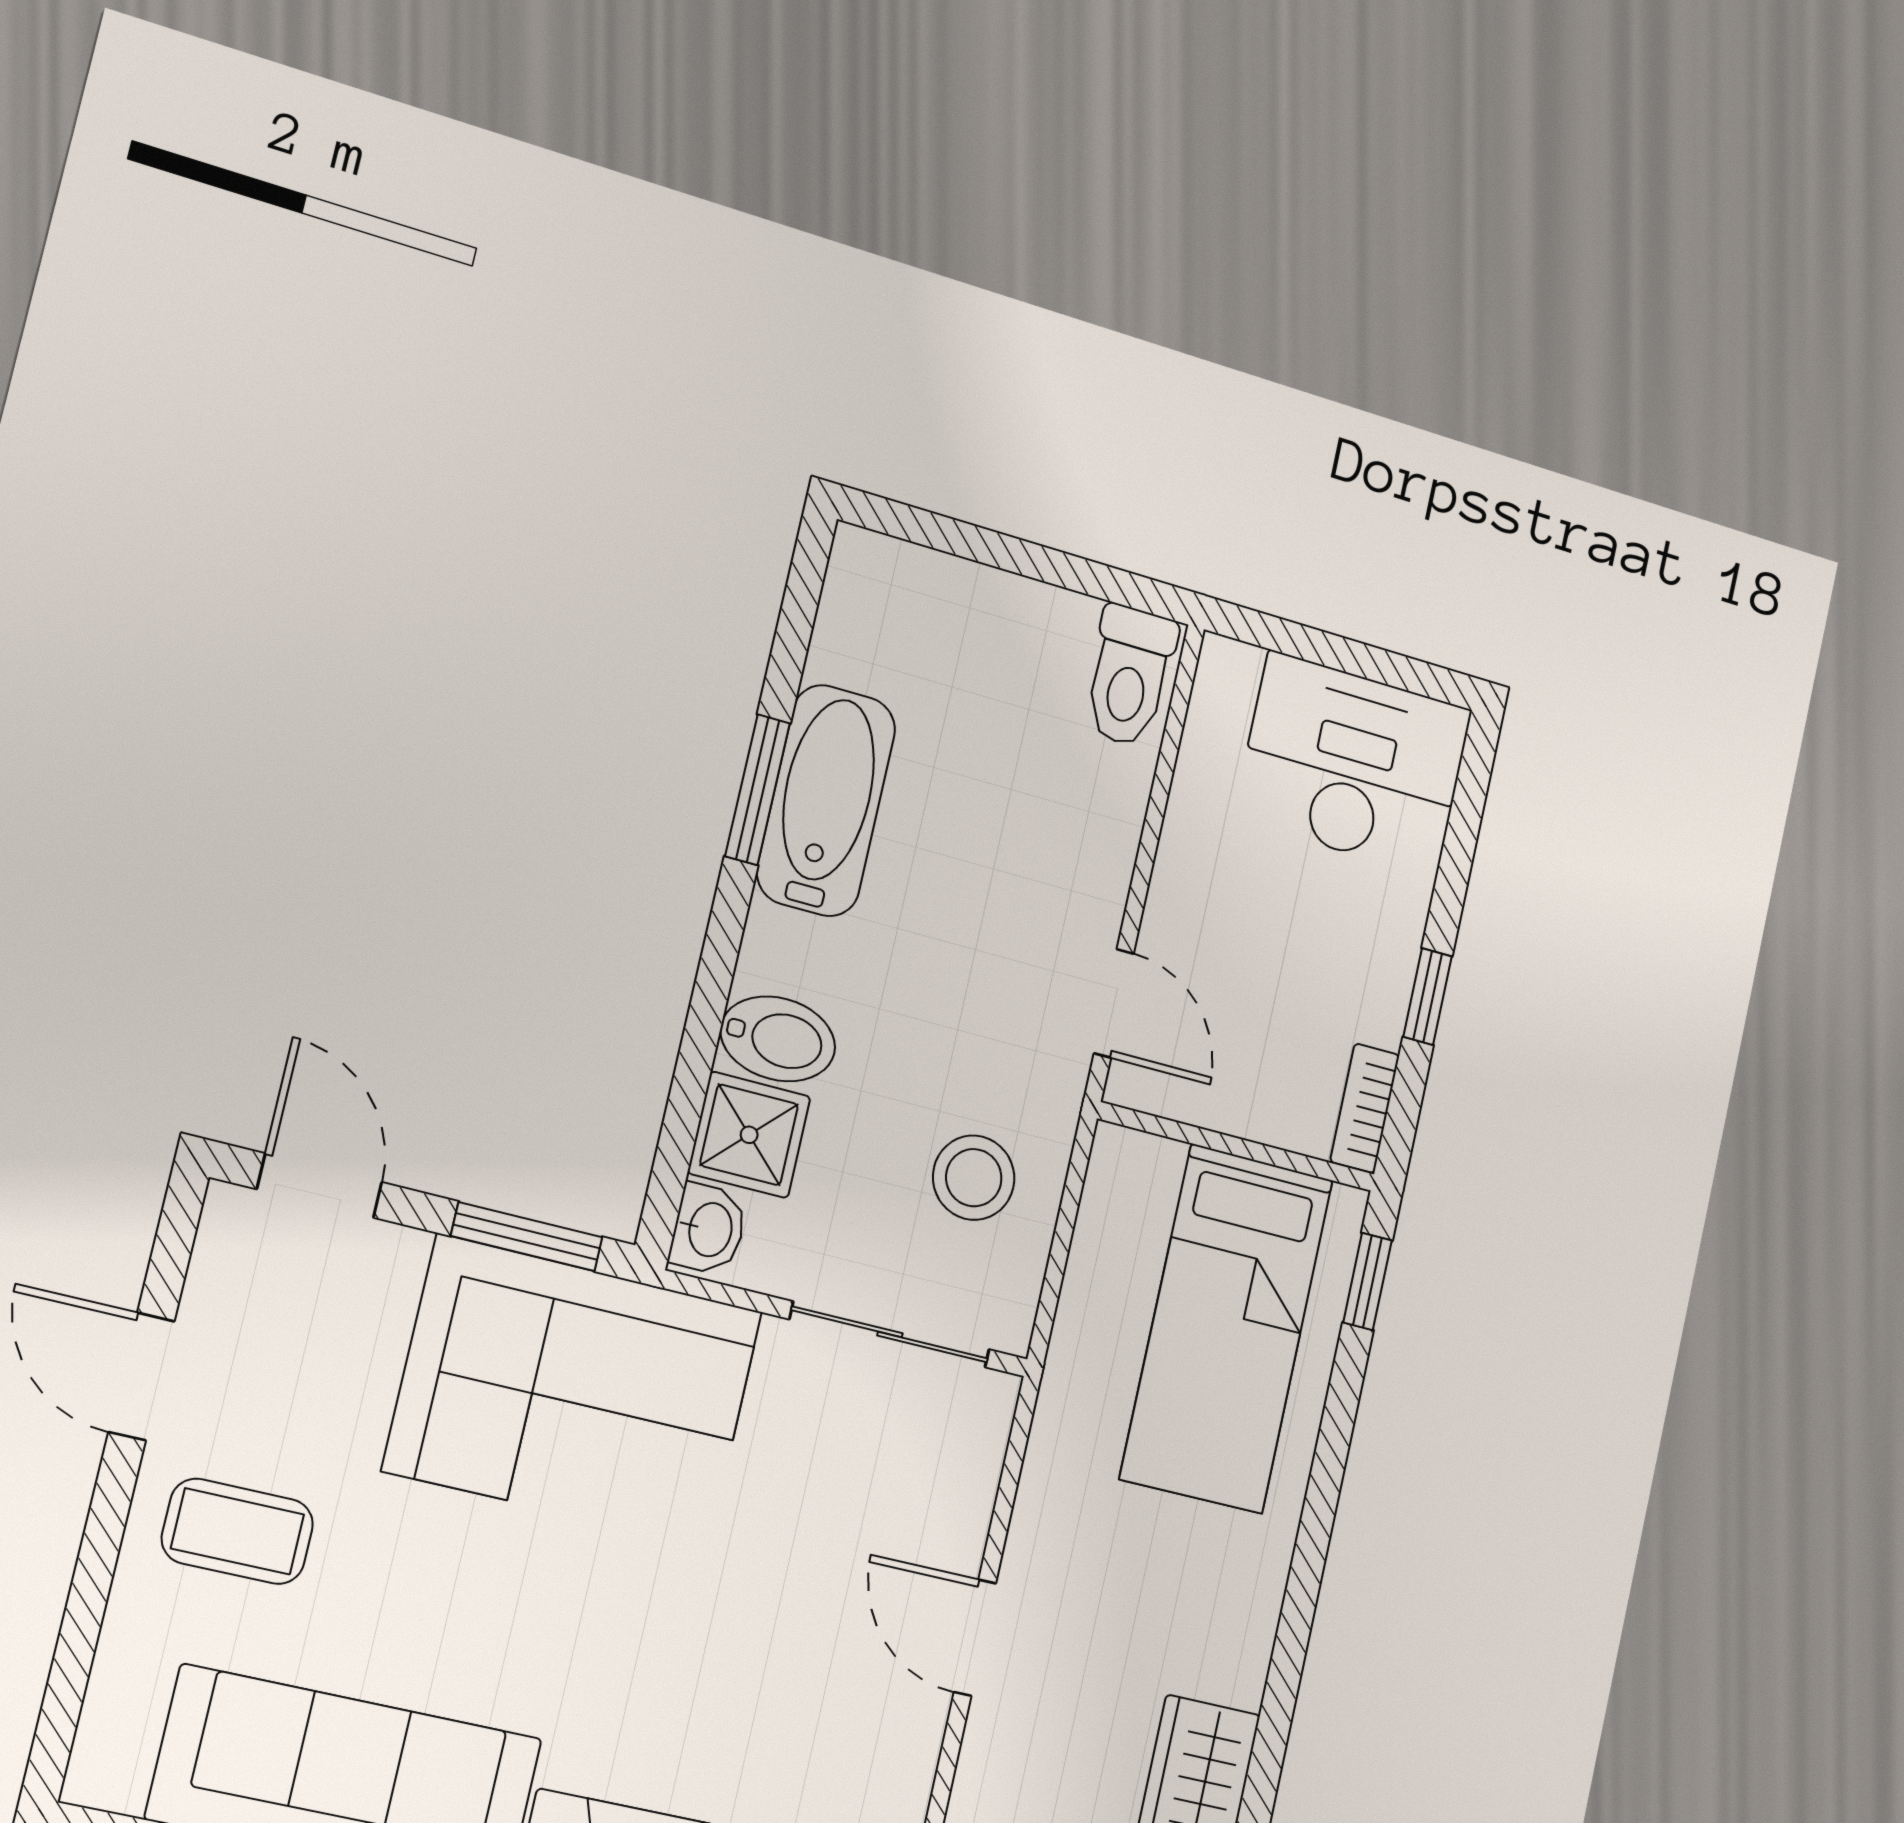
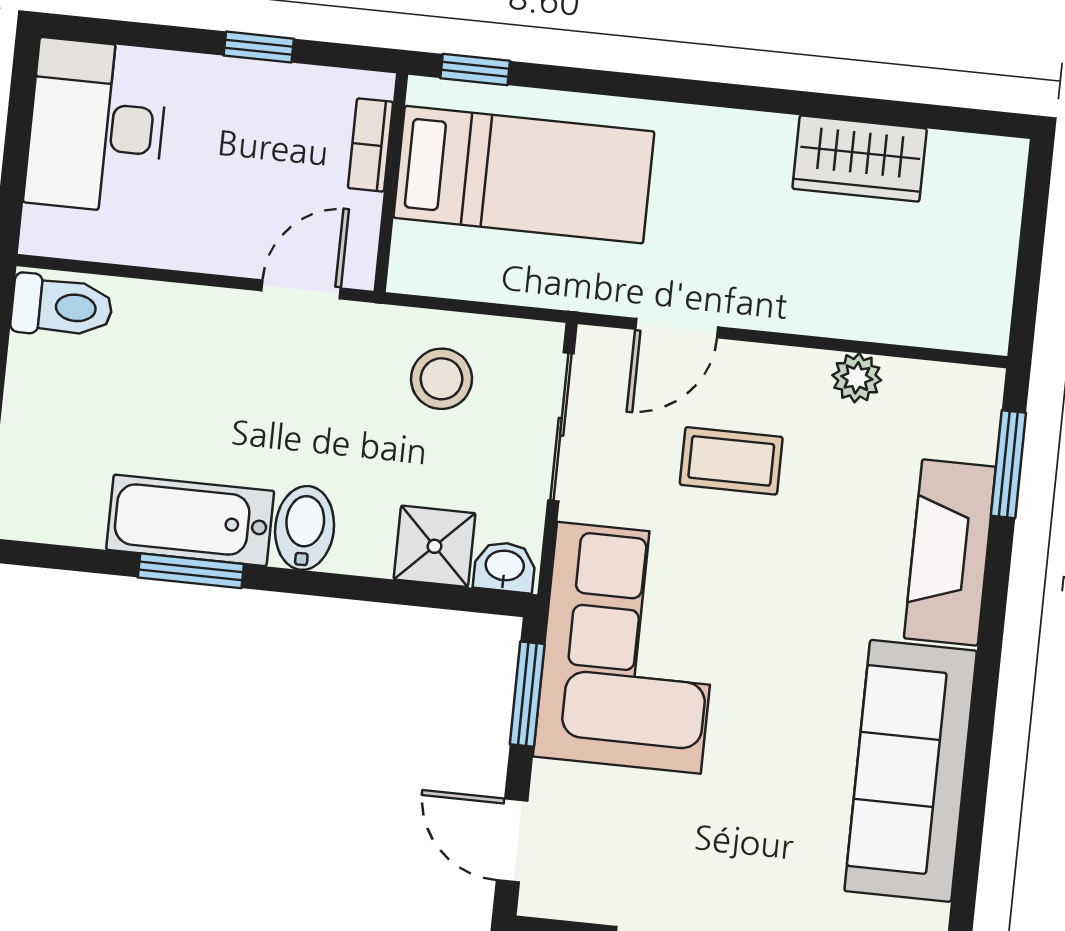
bidet: (778, 1039) -> (305, 528), moved
bookcase: (1365, 1108) -> (371, 145), moved, turned 90
door: (319, 1186) -> (512, 840), hinge flipped
coffee table: (238, 1531) -> (731, 461), moved, turned 90
door: (975, 1638) -> (677, 328), moved
plant: (906, 1757) -> (857, 378), added

